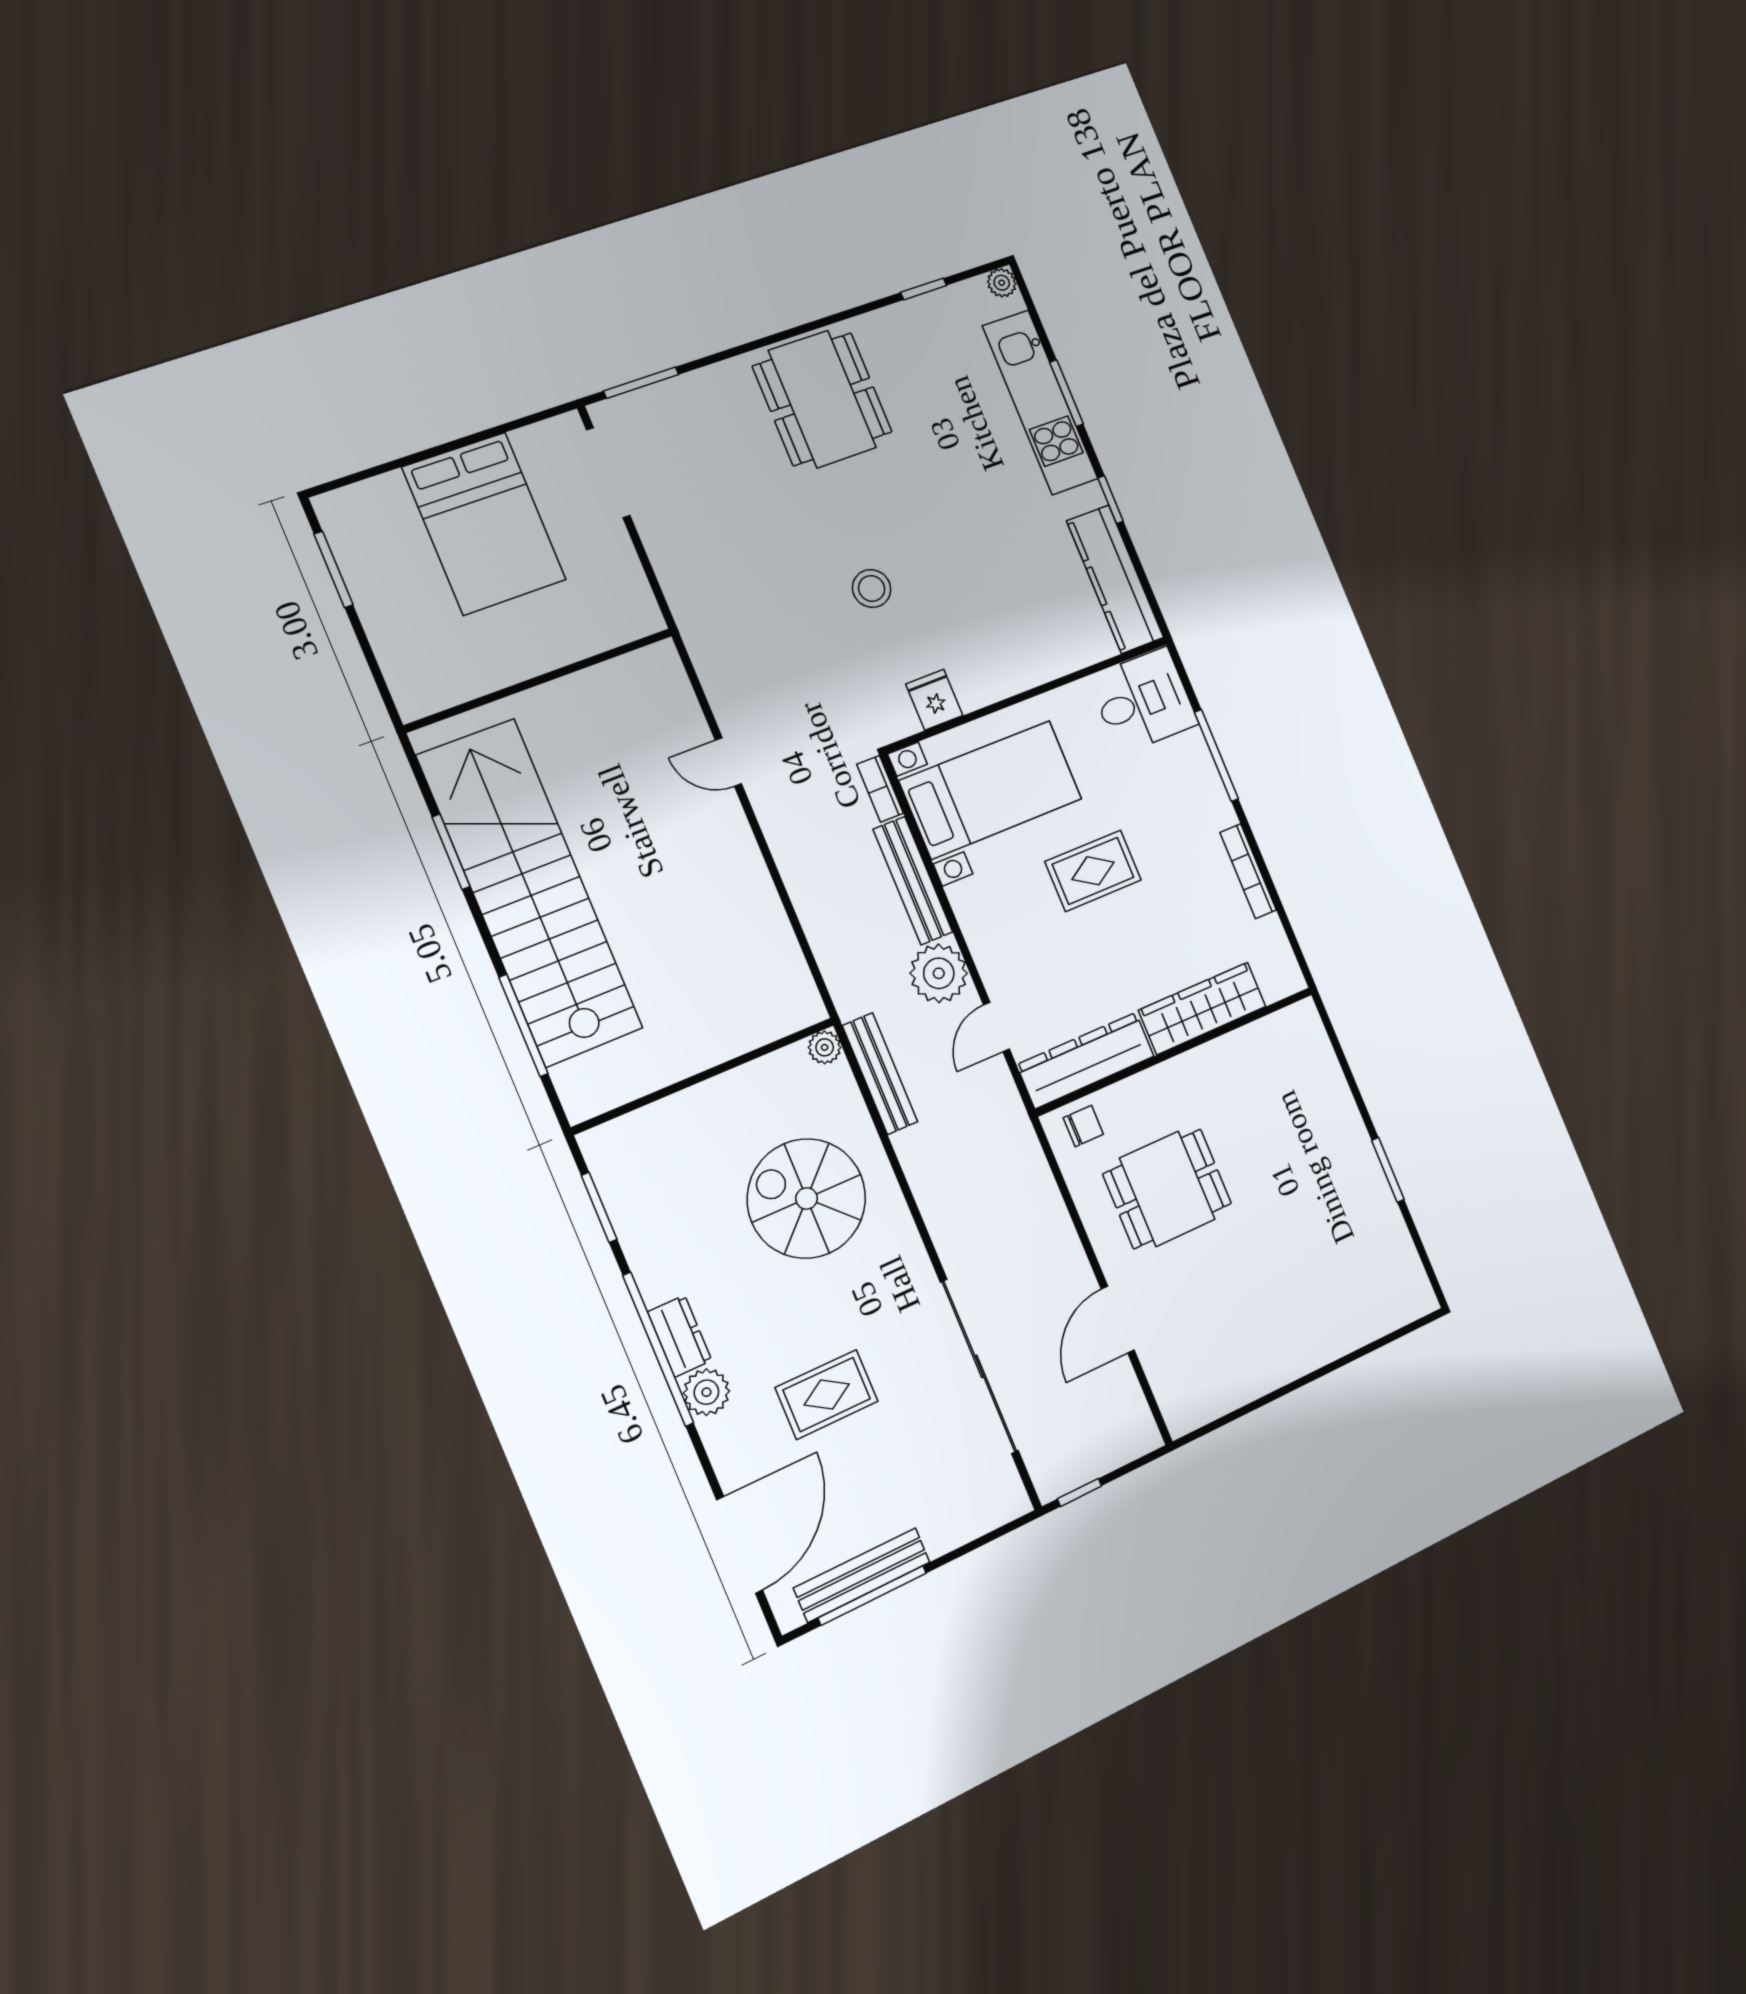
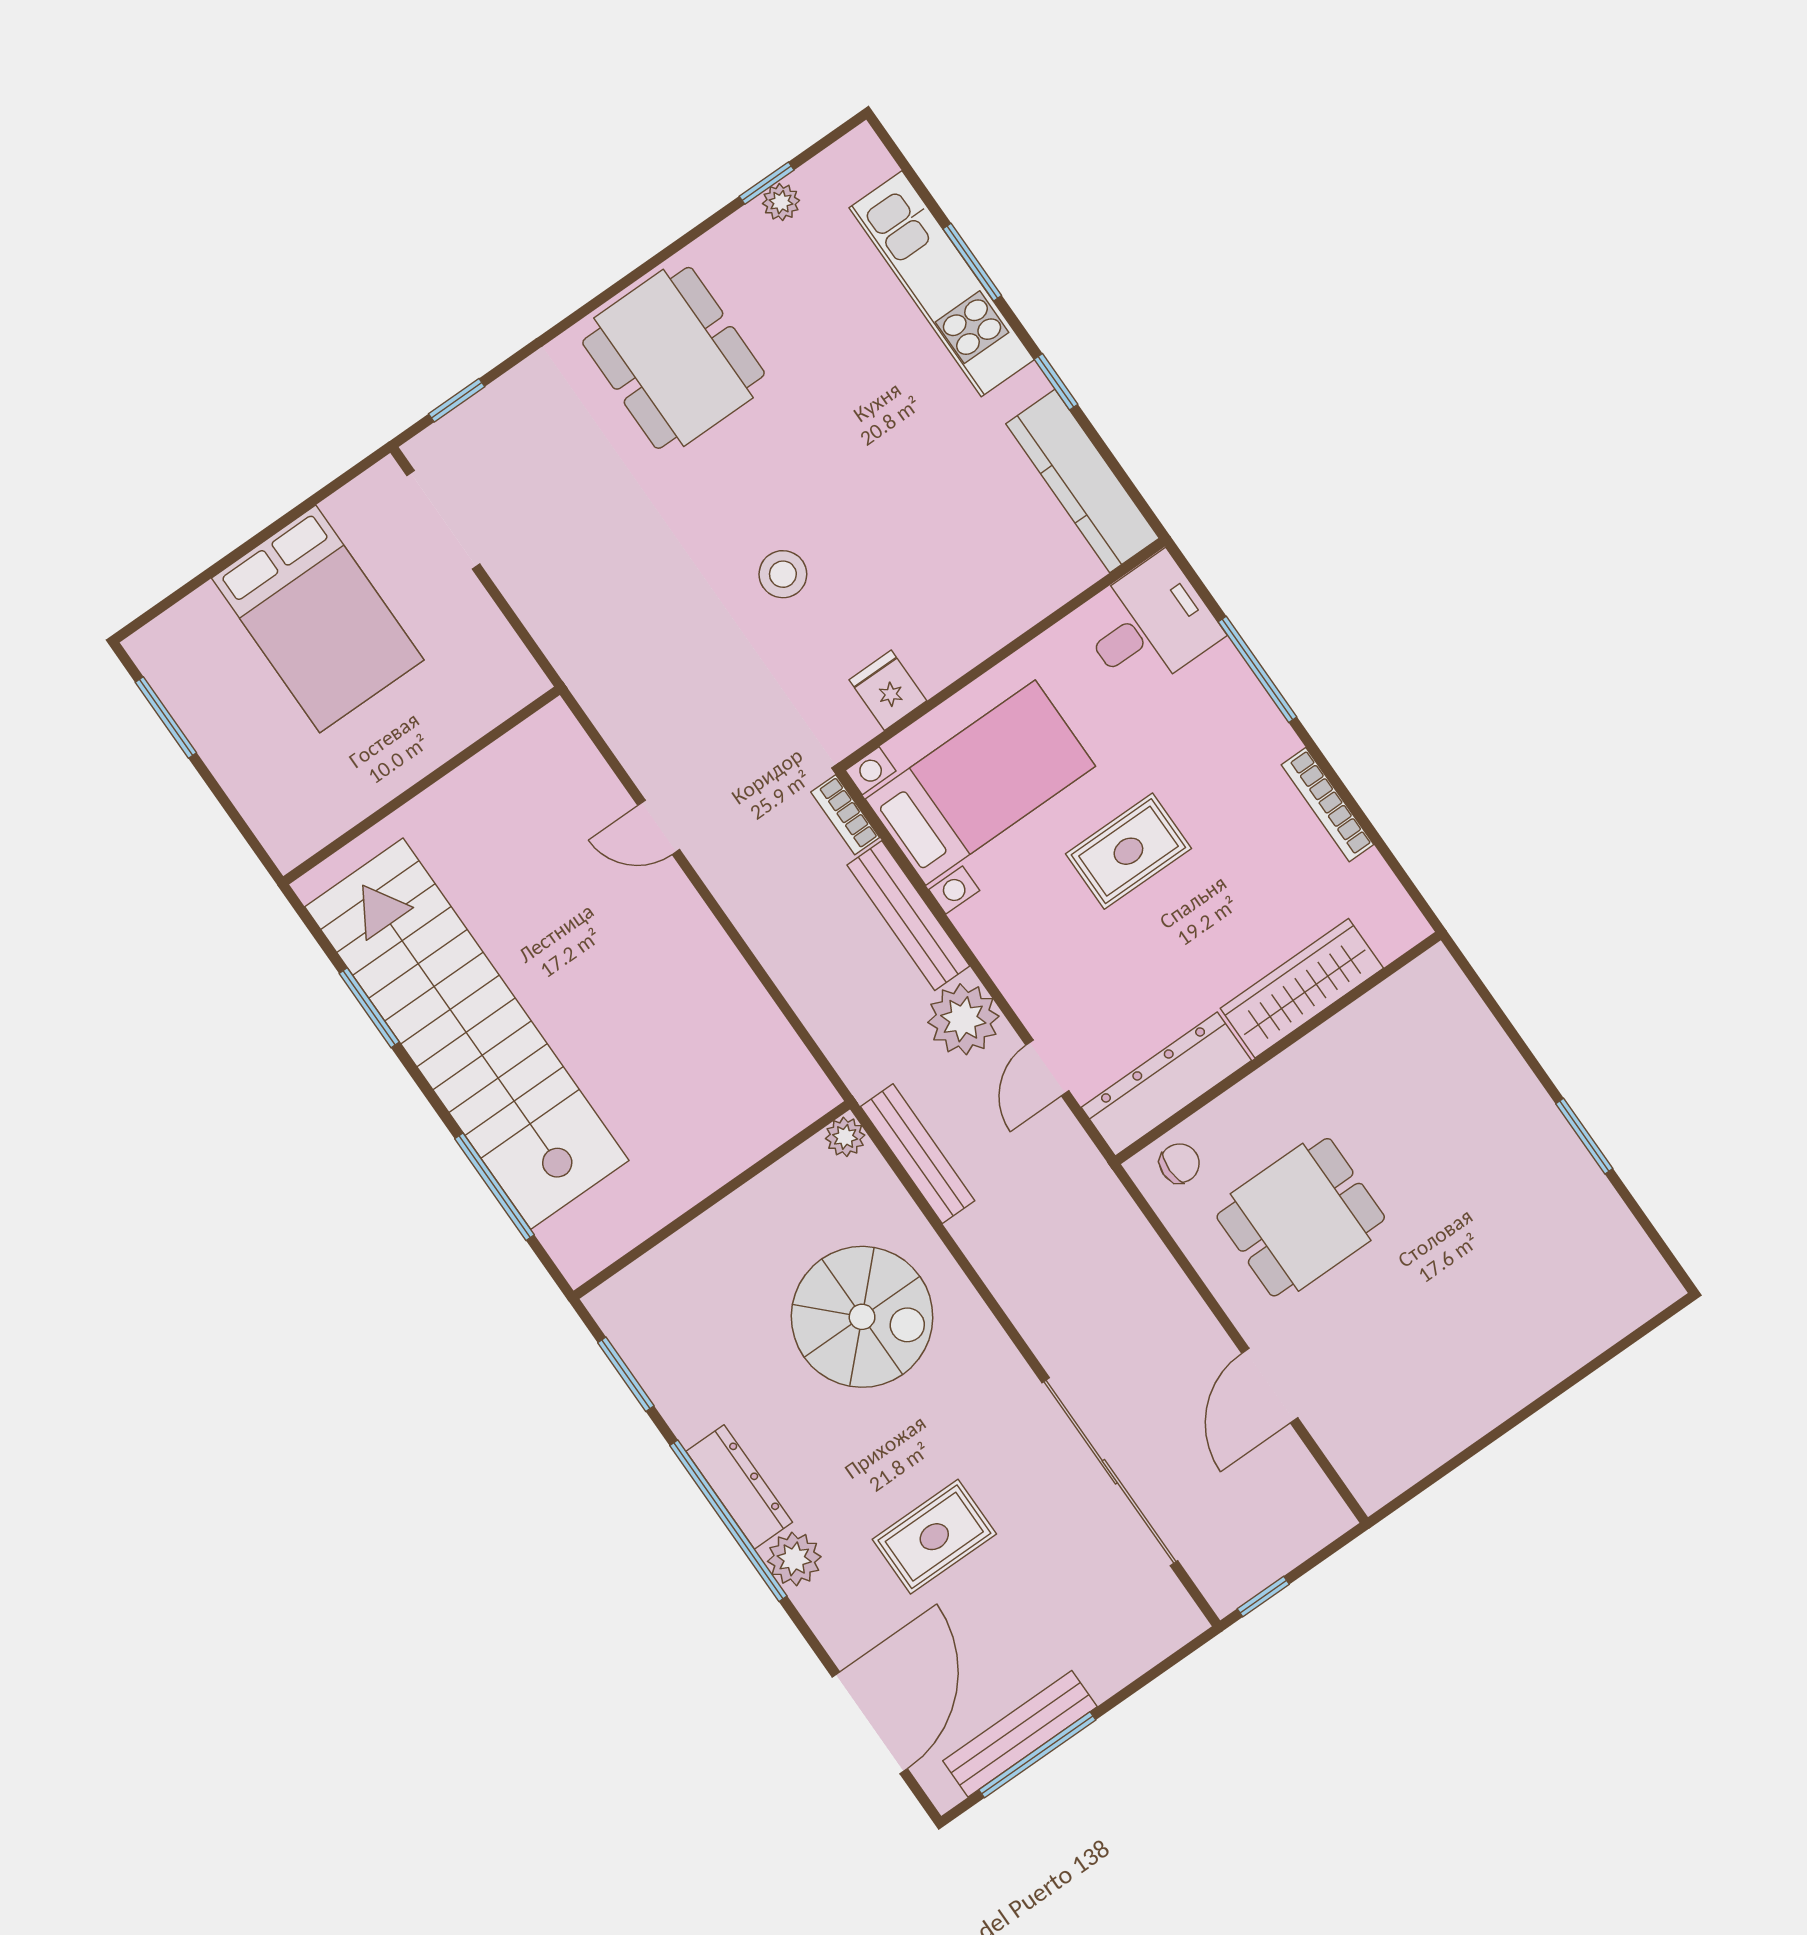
plant: (1002, 283) -> (781, 202), moved
window: (641, 383) -> (457, 400), width x0.67
spiral stairs: (807, 1198) -> (862, 1317), turned 180
dresser: (680, 1336) -> (739, 1487), width x1.44

